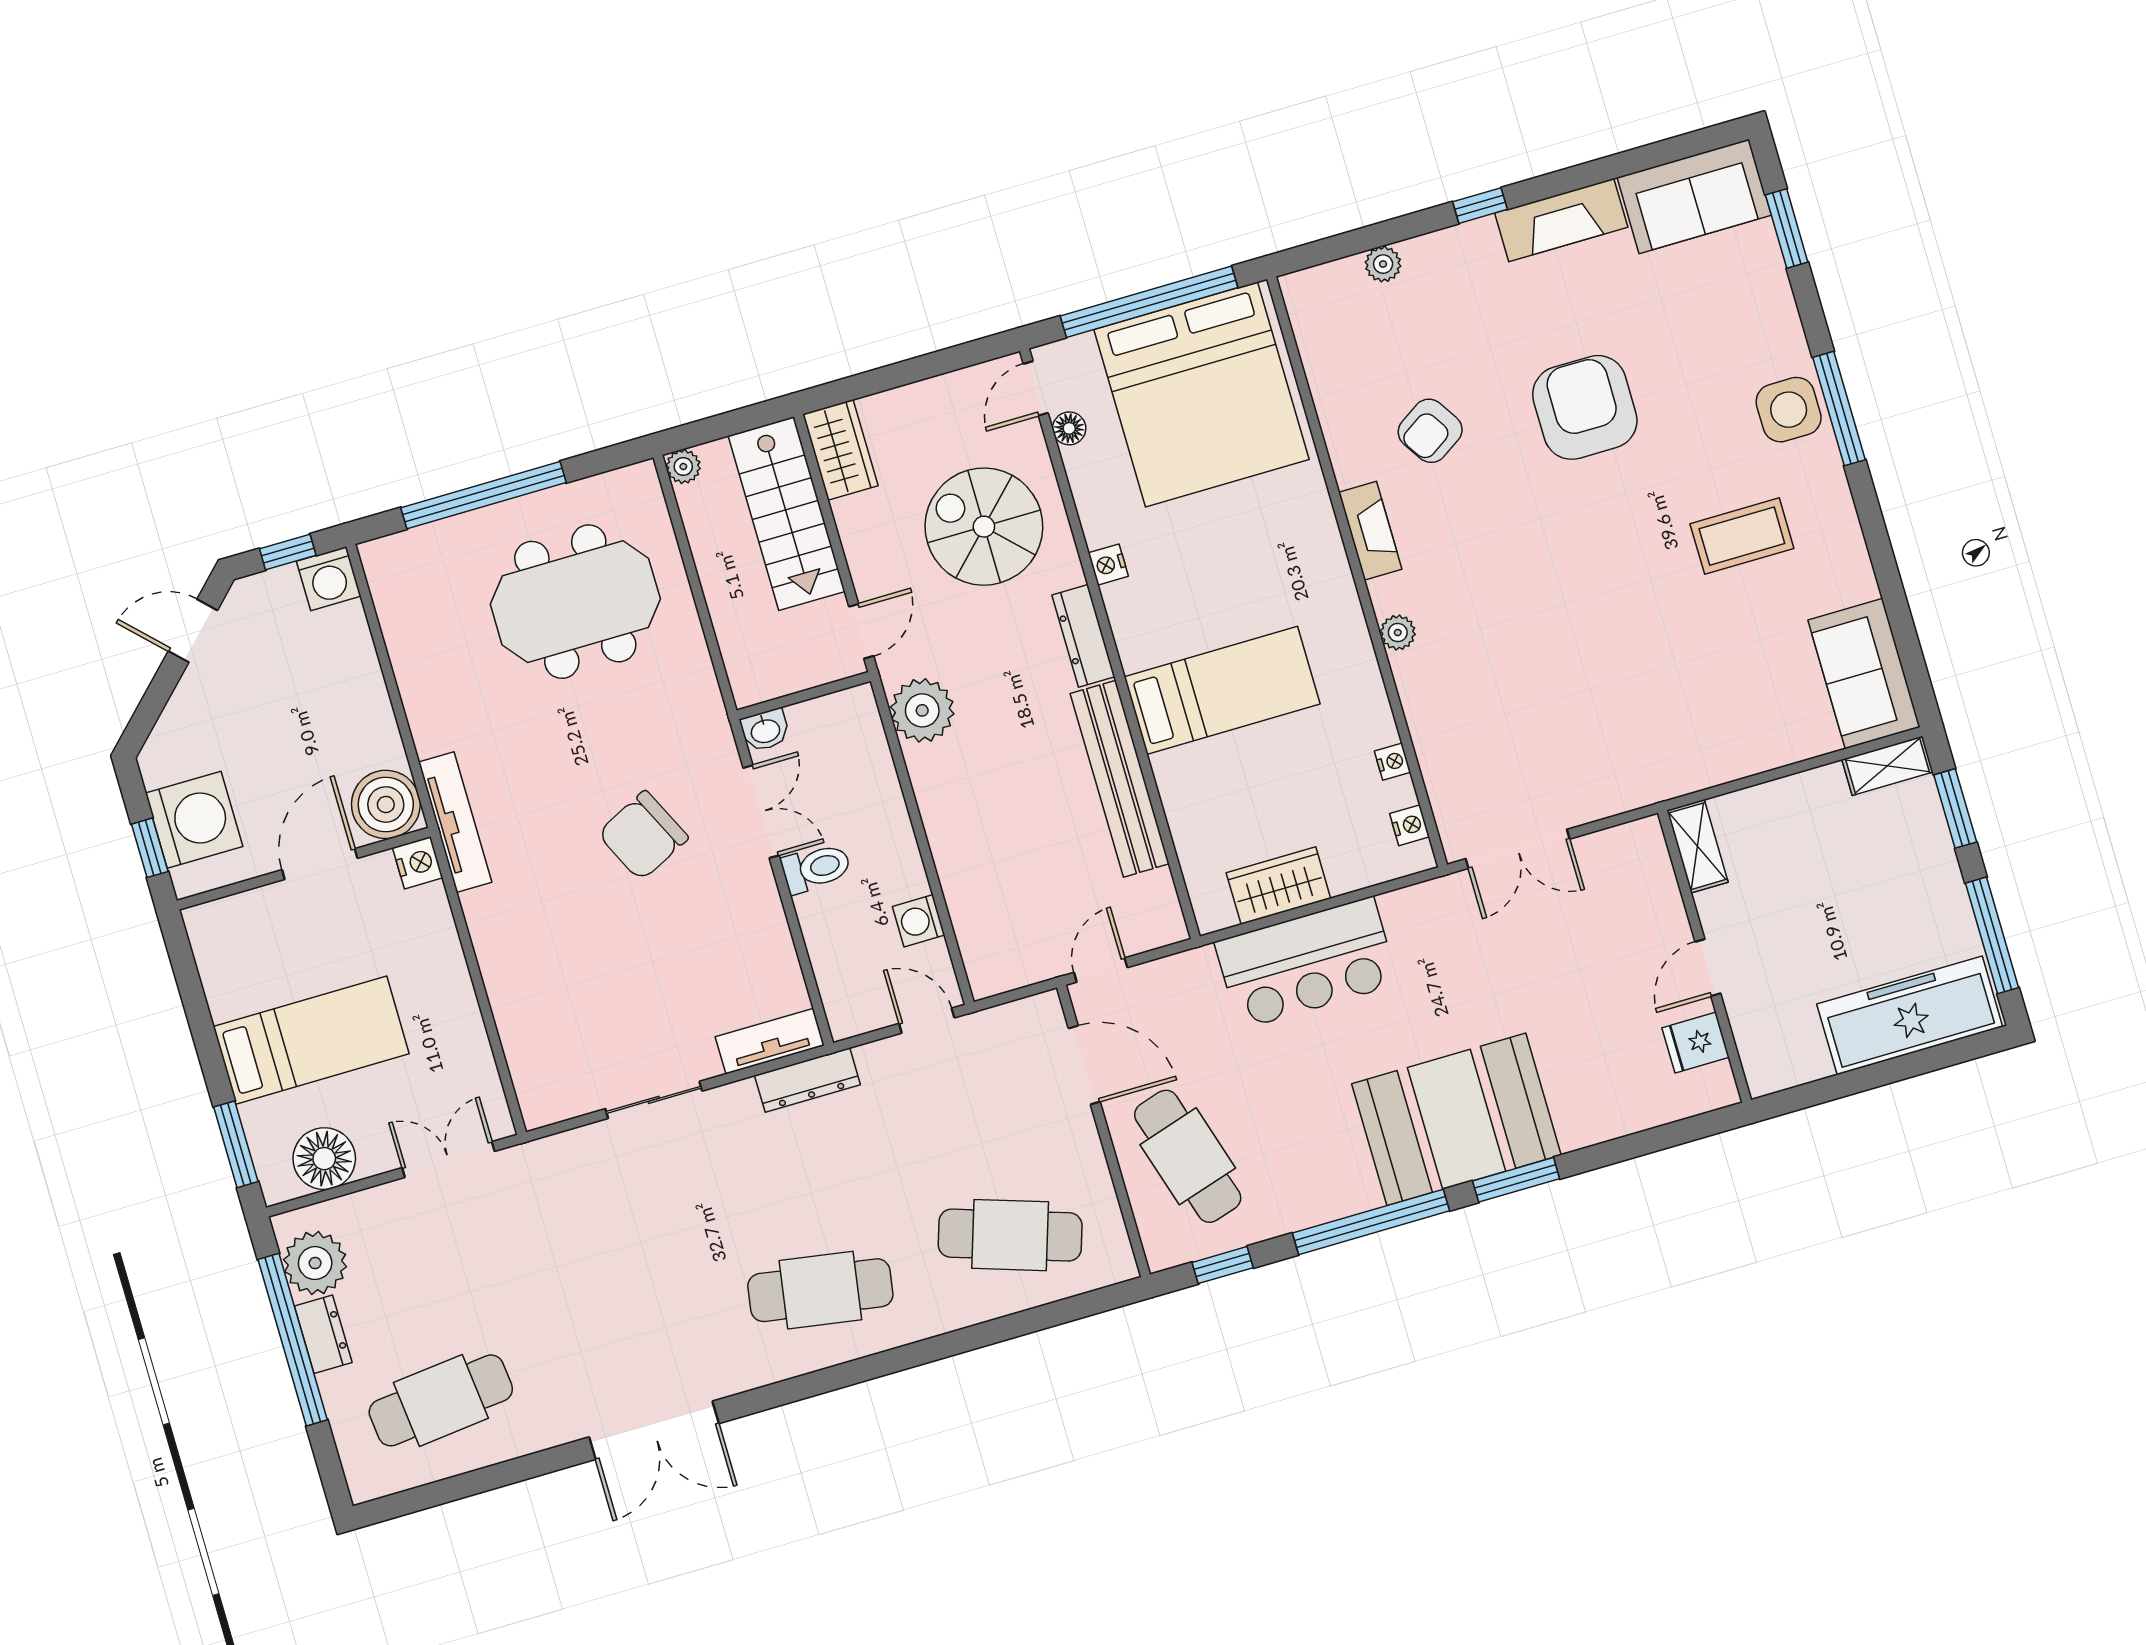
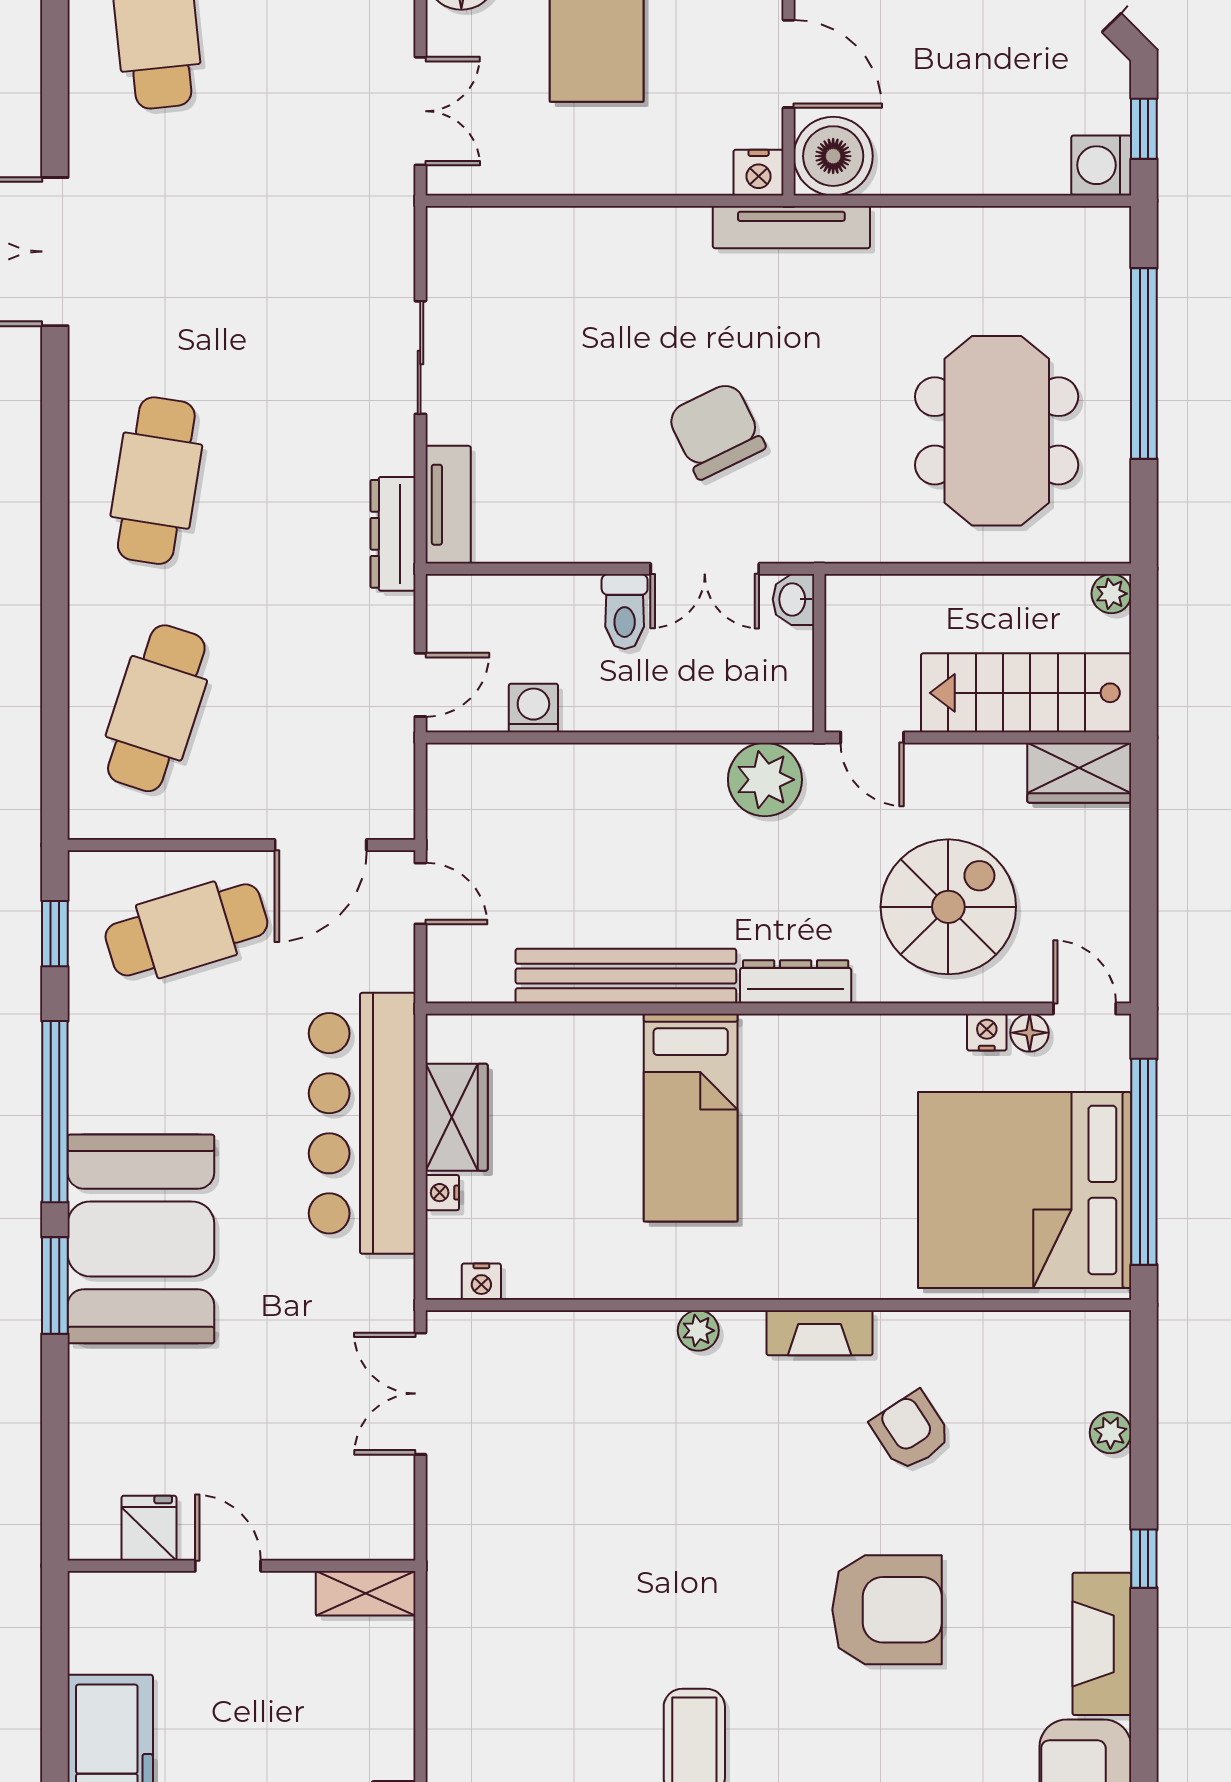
nightstand: (1108, 565) -> (987, 1032), moved
nightstand: (1393, 762) -> (442, 1193), moved, turned 90
bar counter: (1306, 963) -> (362, 1123), width x1.36

